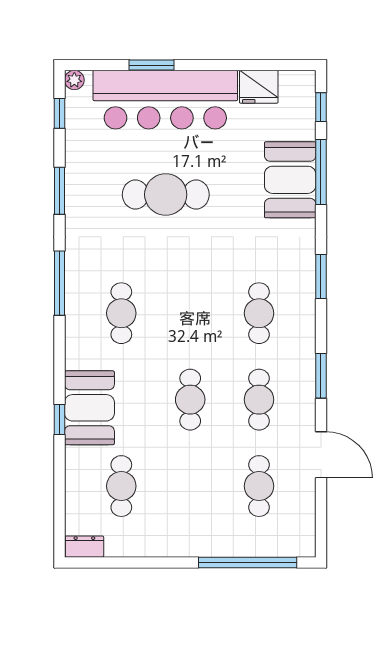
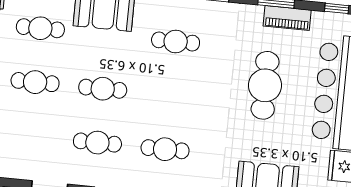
piano: (78, 175) -> (287, 18), added
cafe table: (259, 486) -> (35, 82), moved

